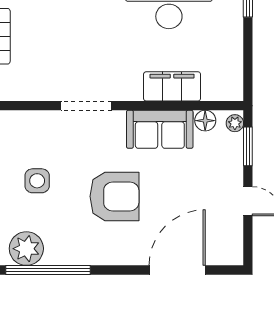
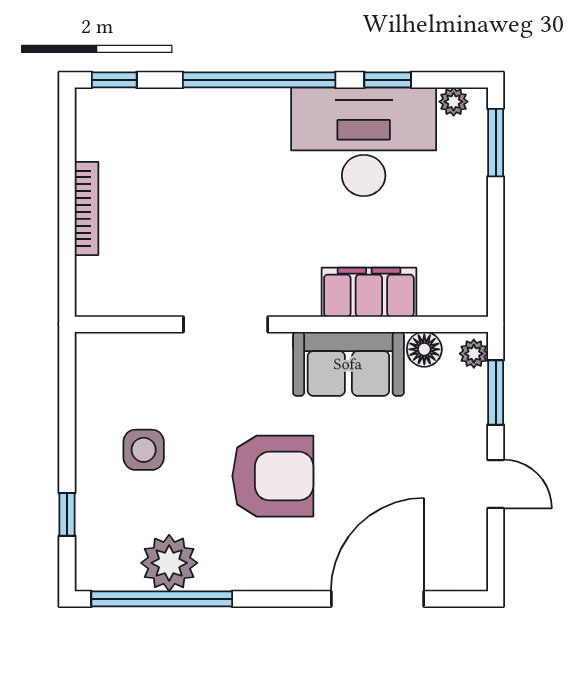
plant: (26, 249) -> (169, 563), moved

